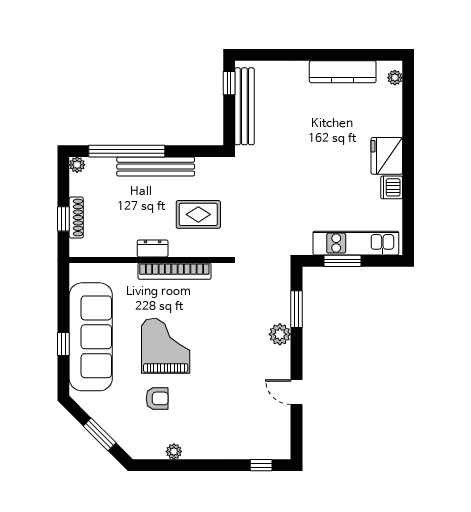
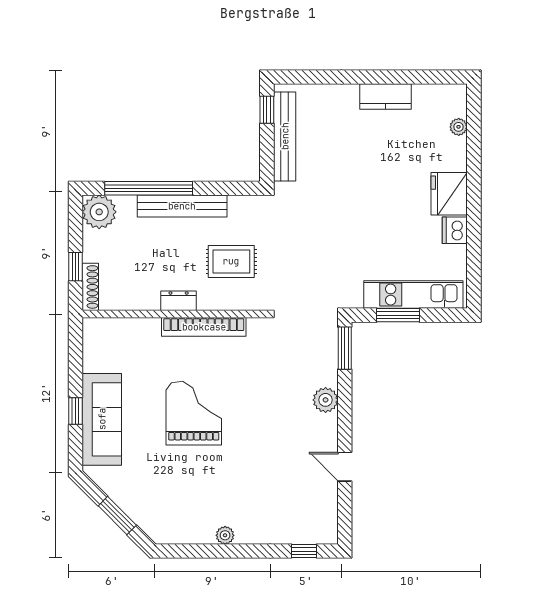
kitchen counter: (343, 72) -> (385, 97), width x0.67
plant: (395, 78) -> (459, 127), moved
plant: (77, 165) -> (99, 212), width x1.88, depth x1.88
shoe rack: (76, 218) -> (90, 287), moved
window: (296, 309) -> (345, 348), moved
sofa: (91, 337) -> (102, 419), width x0.74, depth x0.79
armchair: (157, 398) -> (184, 474), removed
plant: (174, 452) -> (225, 535), moved

